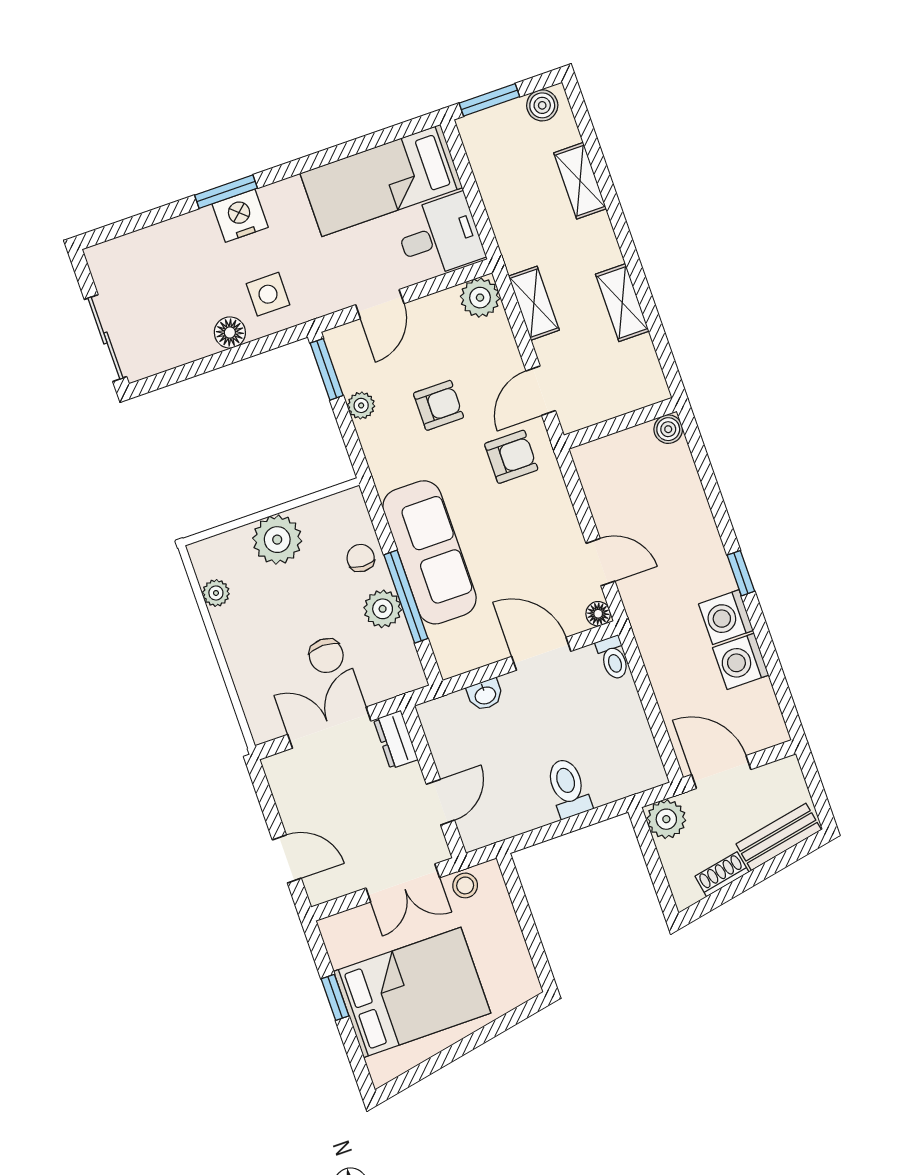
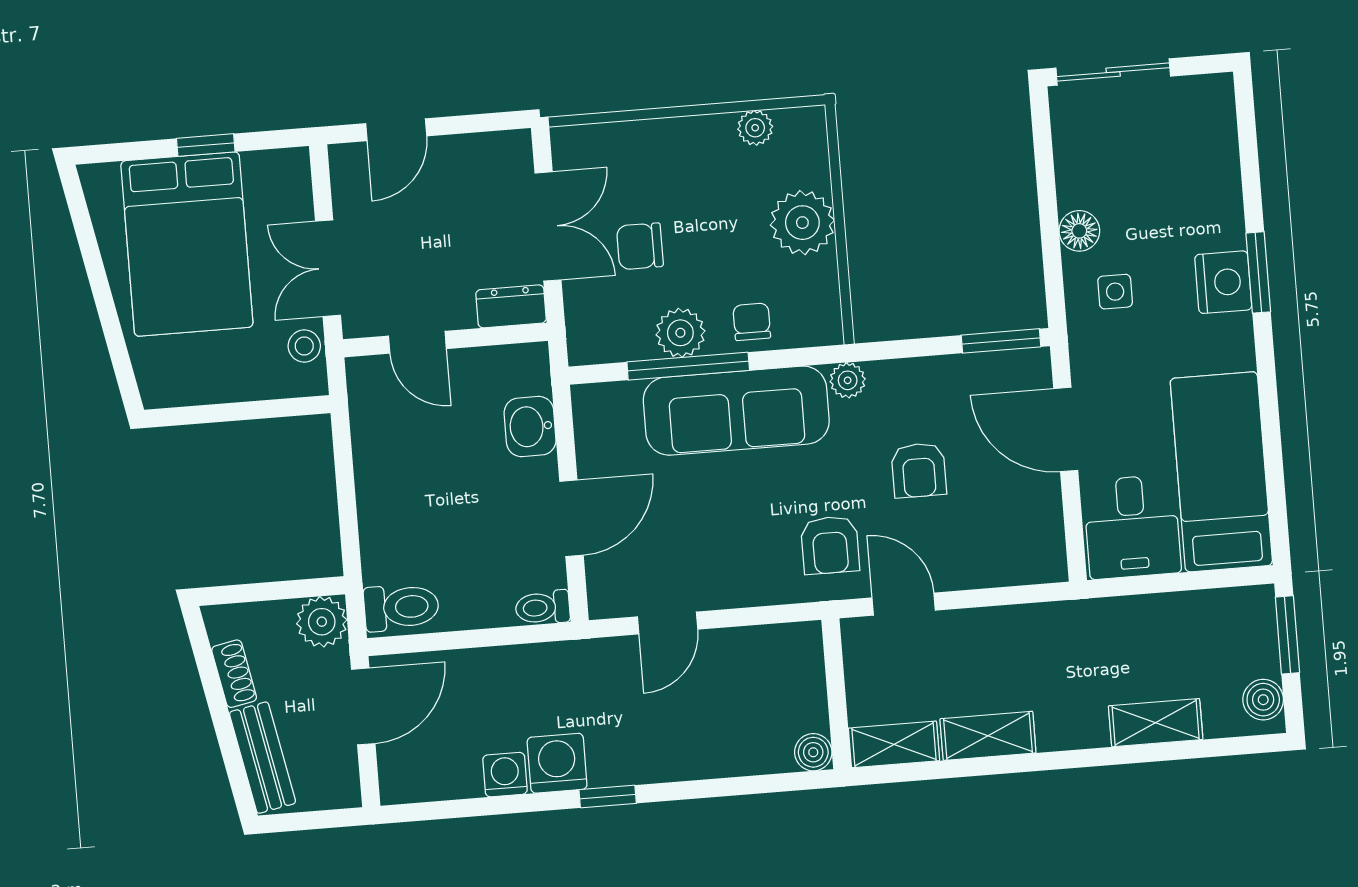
side table: (268, 294) -> (1115, 292), width x0.73, depth x0.73
plant: (480, 298) -> (1041, 558), removed
shelving: (534, 303) -> (894, 744), moved
door: (380, 304) -> (1066, 429), width x1.37
plant: (361, 405) -> (848, 380), moved
chair: (361, 558) -> (752, 322), turned -93
floor lamp: (598, 614) -> (603, 603), removed
washing machine: (741, 661) -> (505, 775), width x0.73, depth x0.73
washbasin: (485, 695) -> (530, 426), width x1.38, depth x1.45
toilet: (568, 788) -> (401, 607), moved

